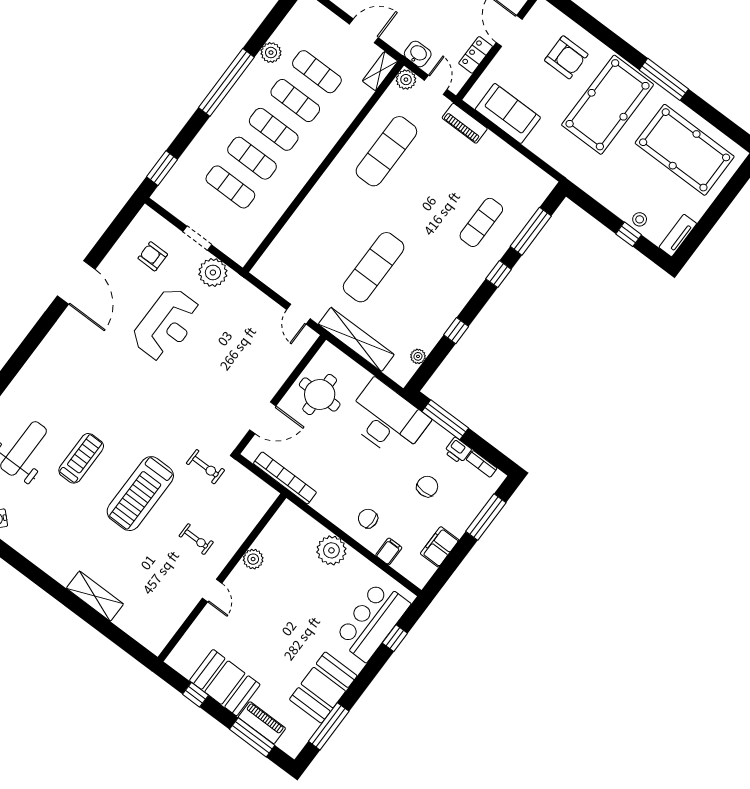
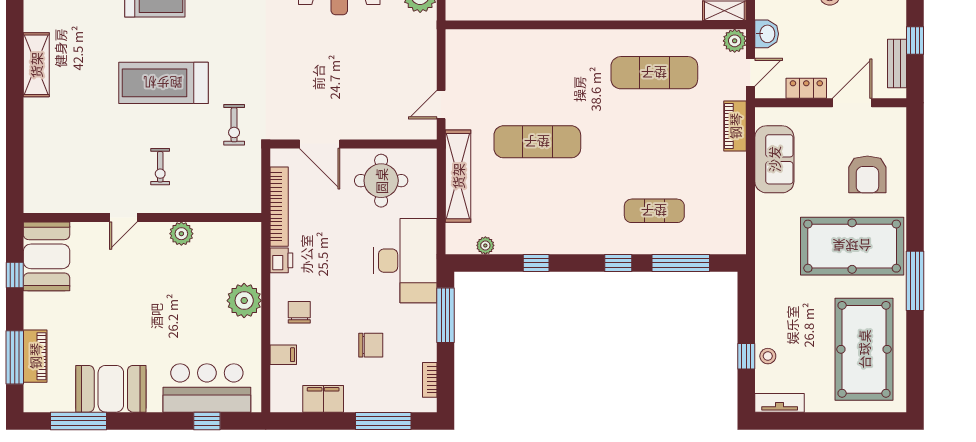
printer: (458, 450) -> (281, 260), moved, turned 180
shelving: (95, 596) -> (36, 65), moved
booth: (225, 683) -> (47, 256), moved

